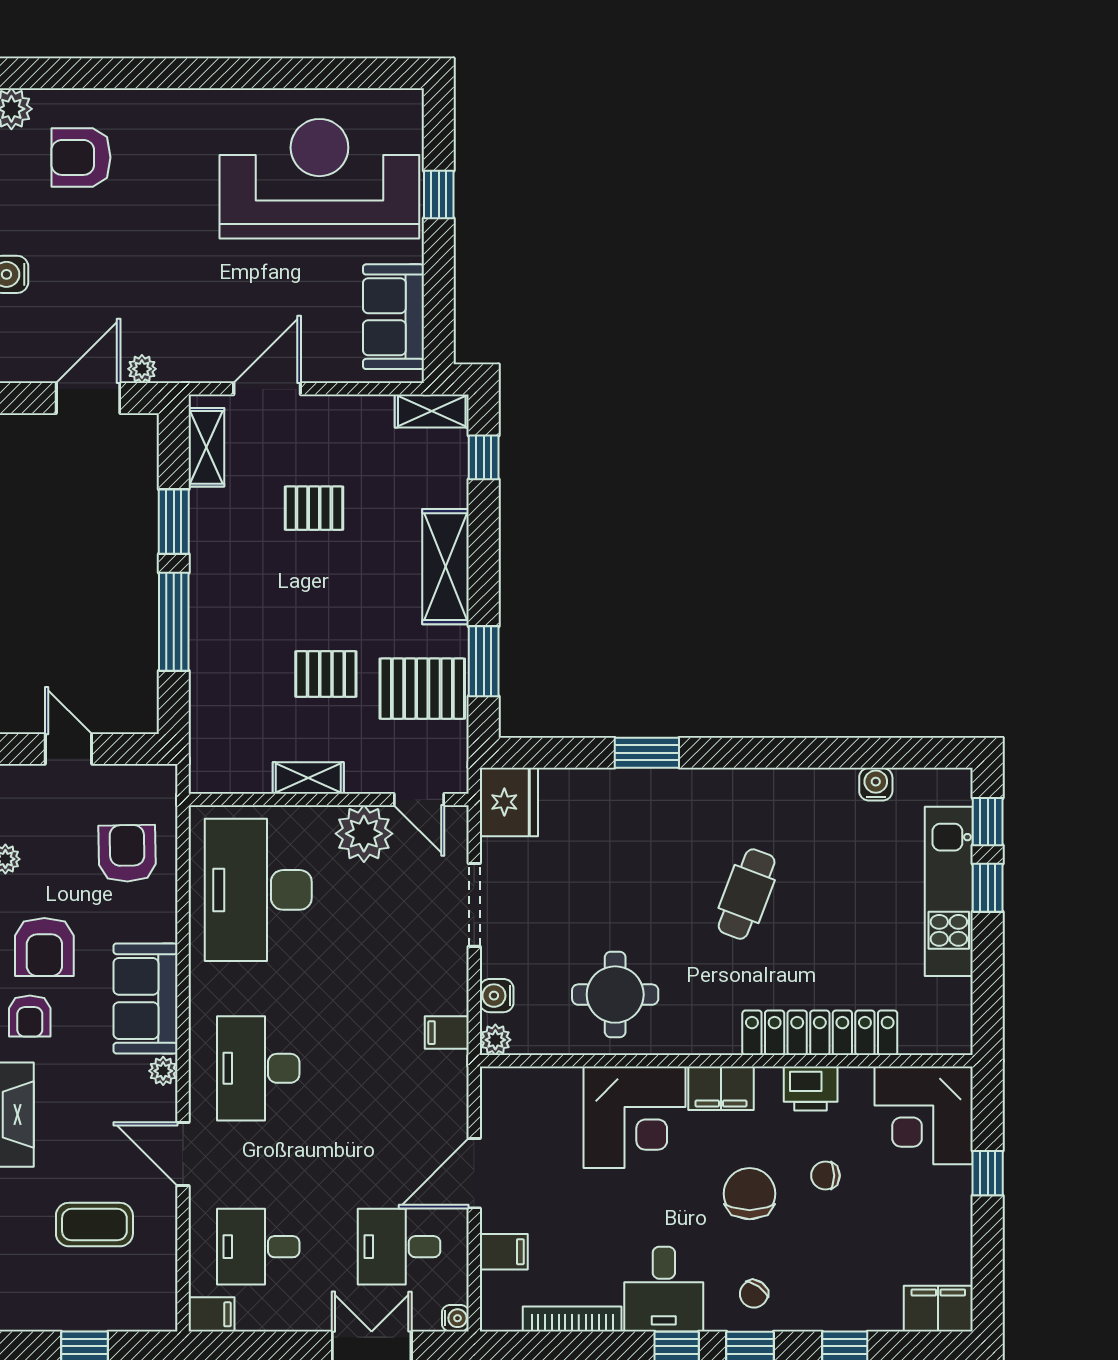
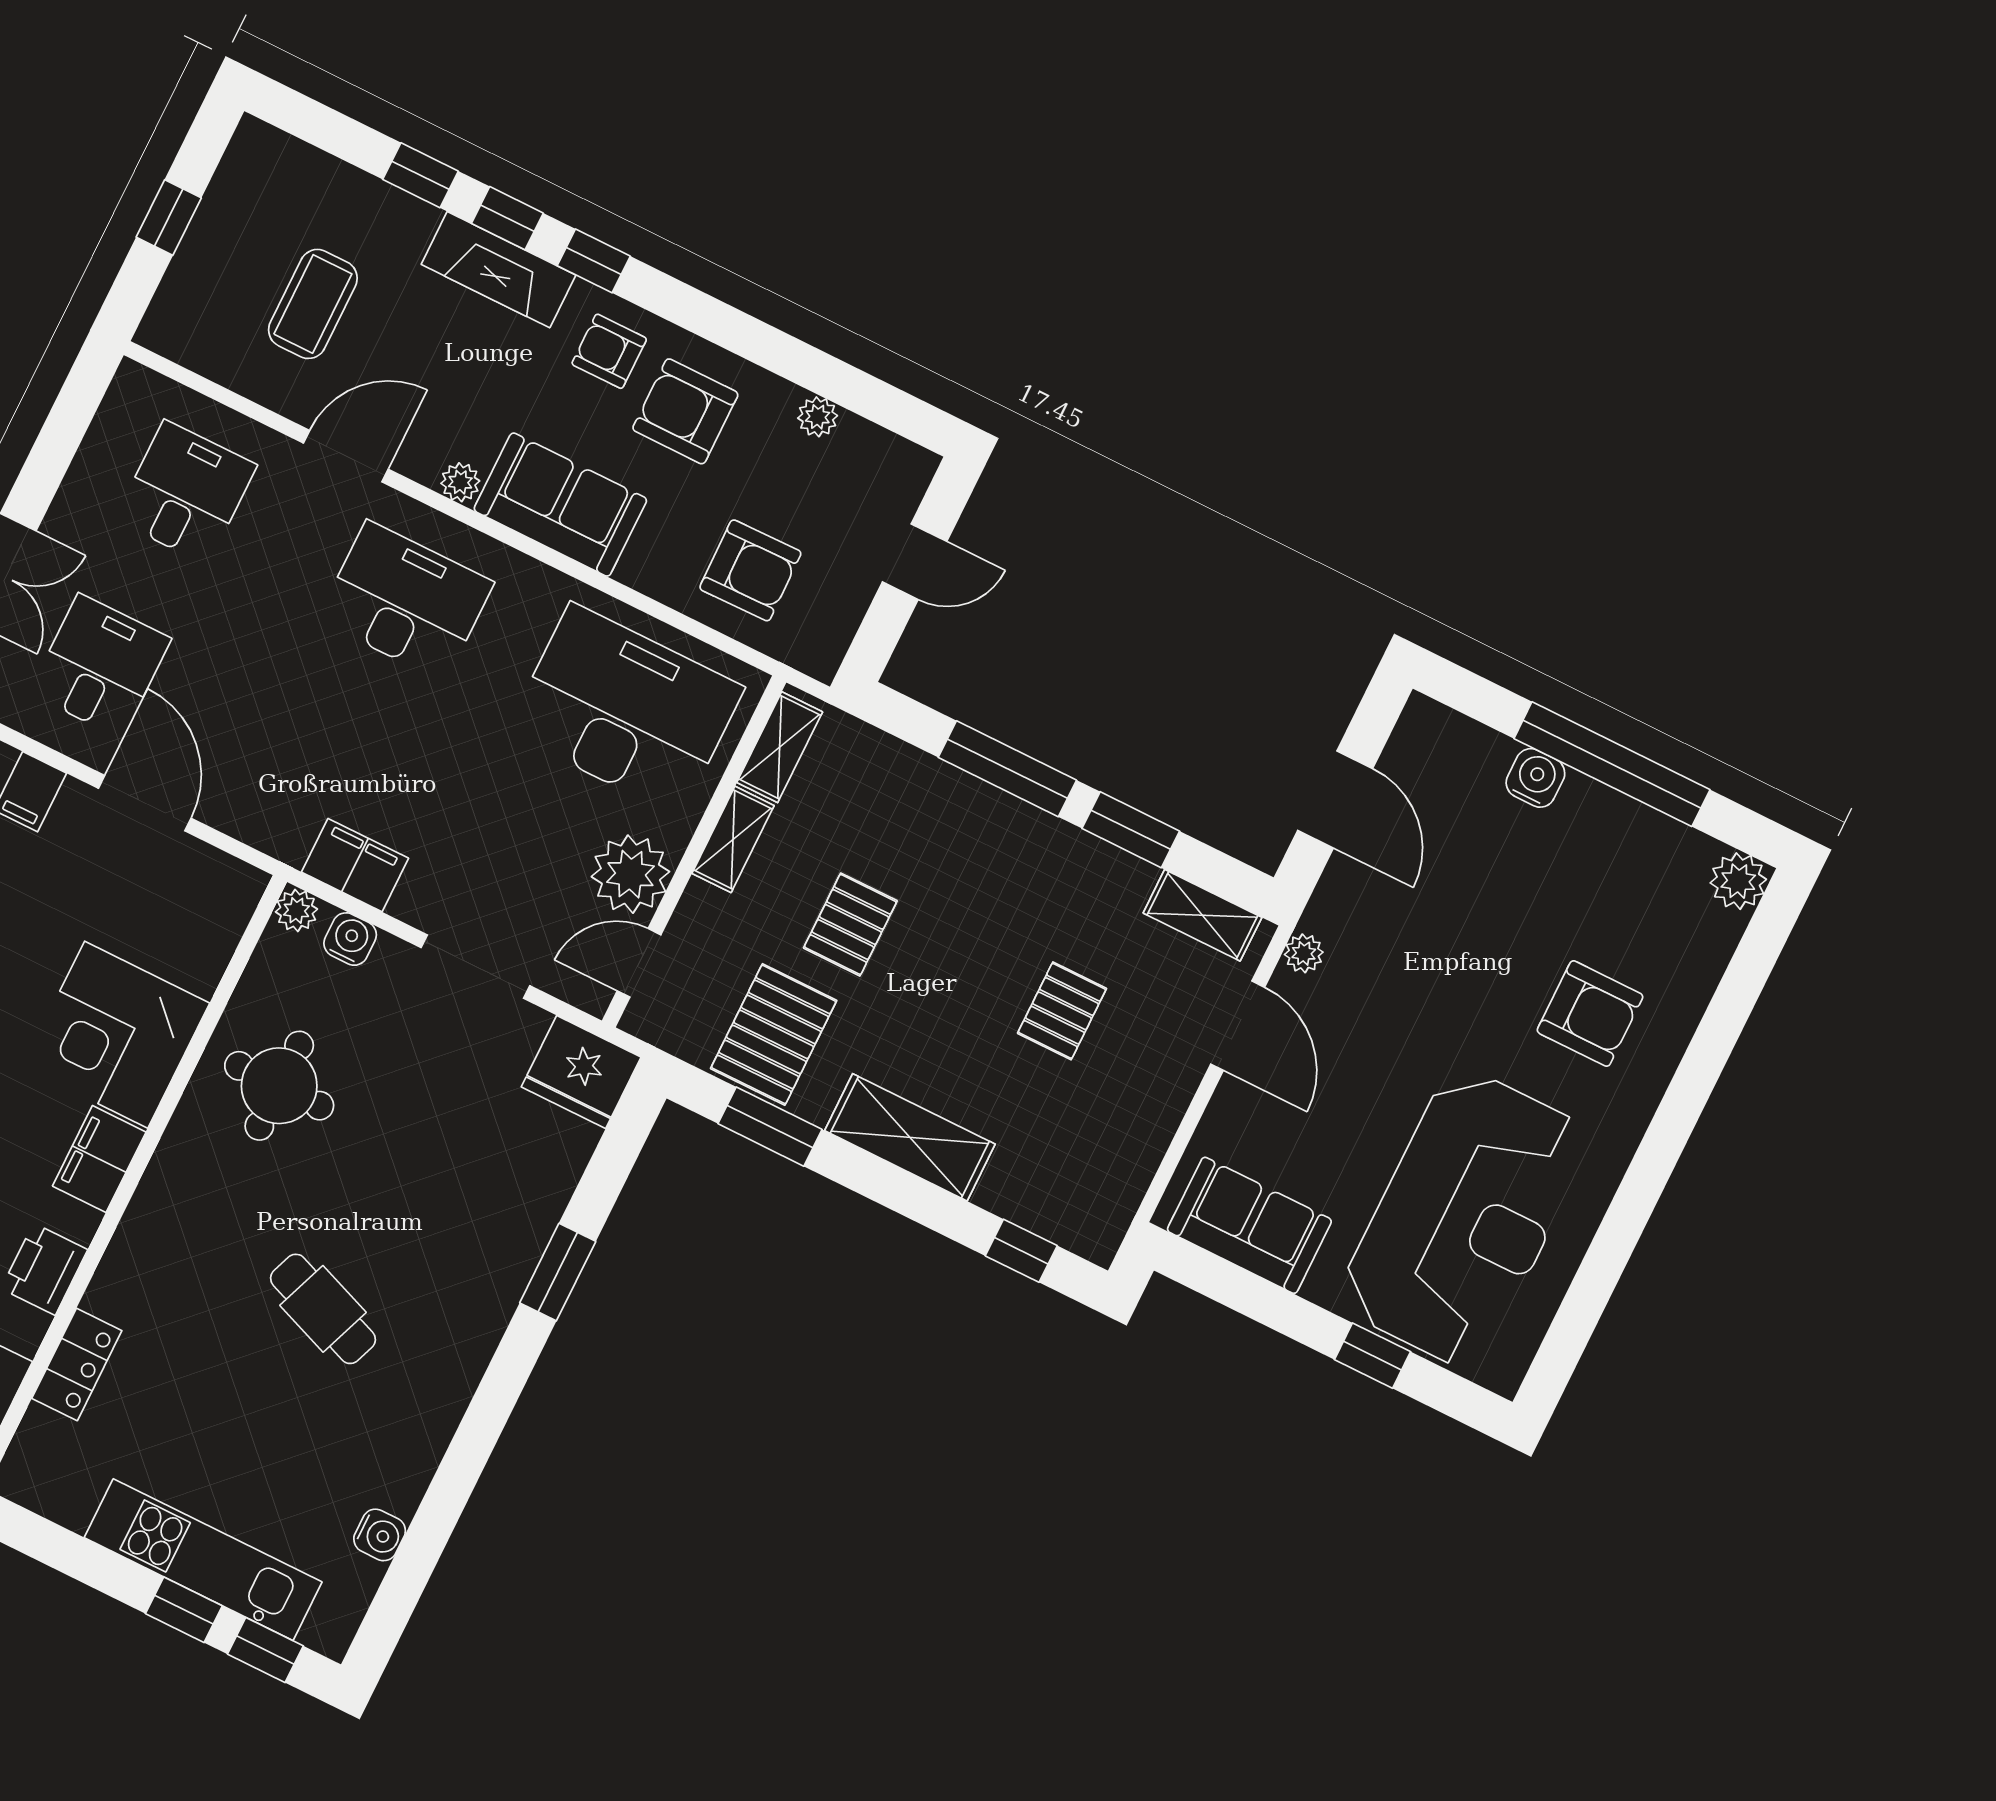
armchair: (81, 157) -> (1590, 1014), moved, turned 90
plant: (142, 369) -> (1304, 953), moved
shelving: (432, 411) -> (780, 747), moved
filing cabinet: (447, 1033) -> (355, 865), width x2.00
locker: (820, 1033) -> (77, 1364), width x0.46, depth x0.83
filing cabinet: (212, 1314) -> (131, 394), removed

